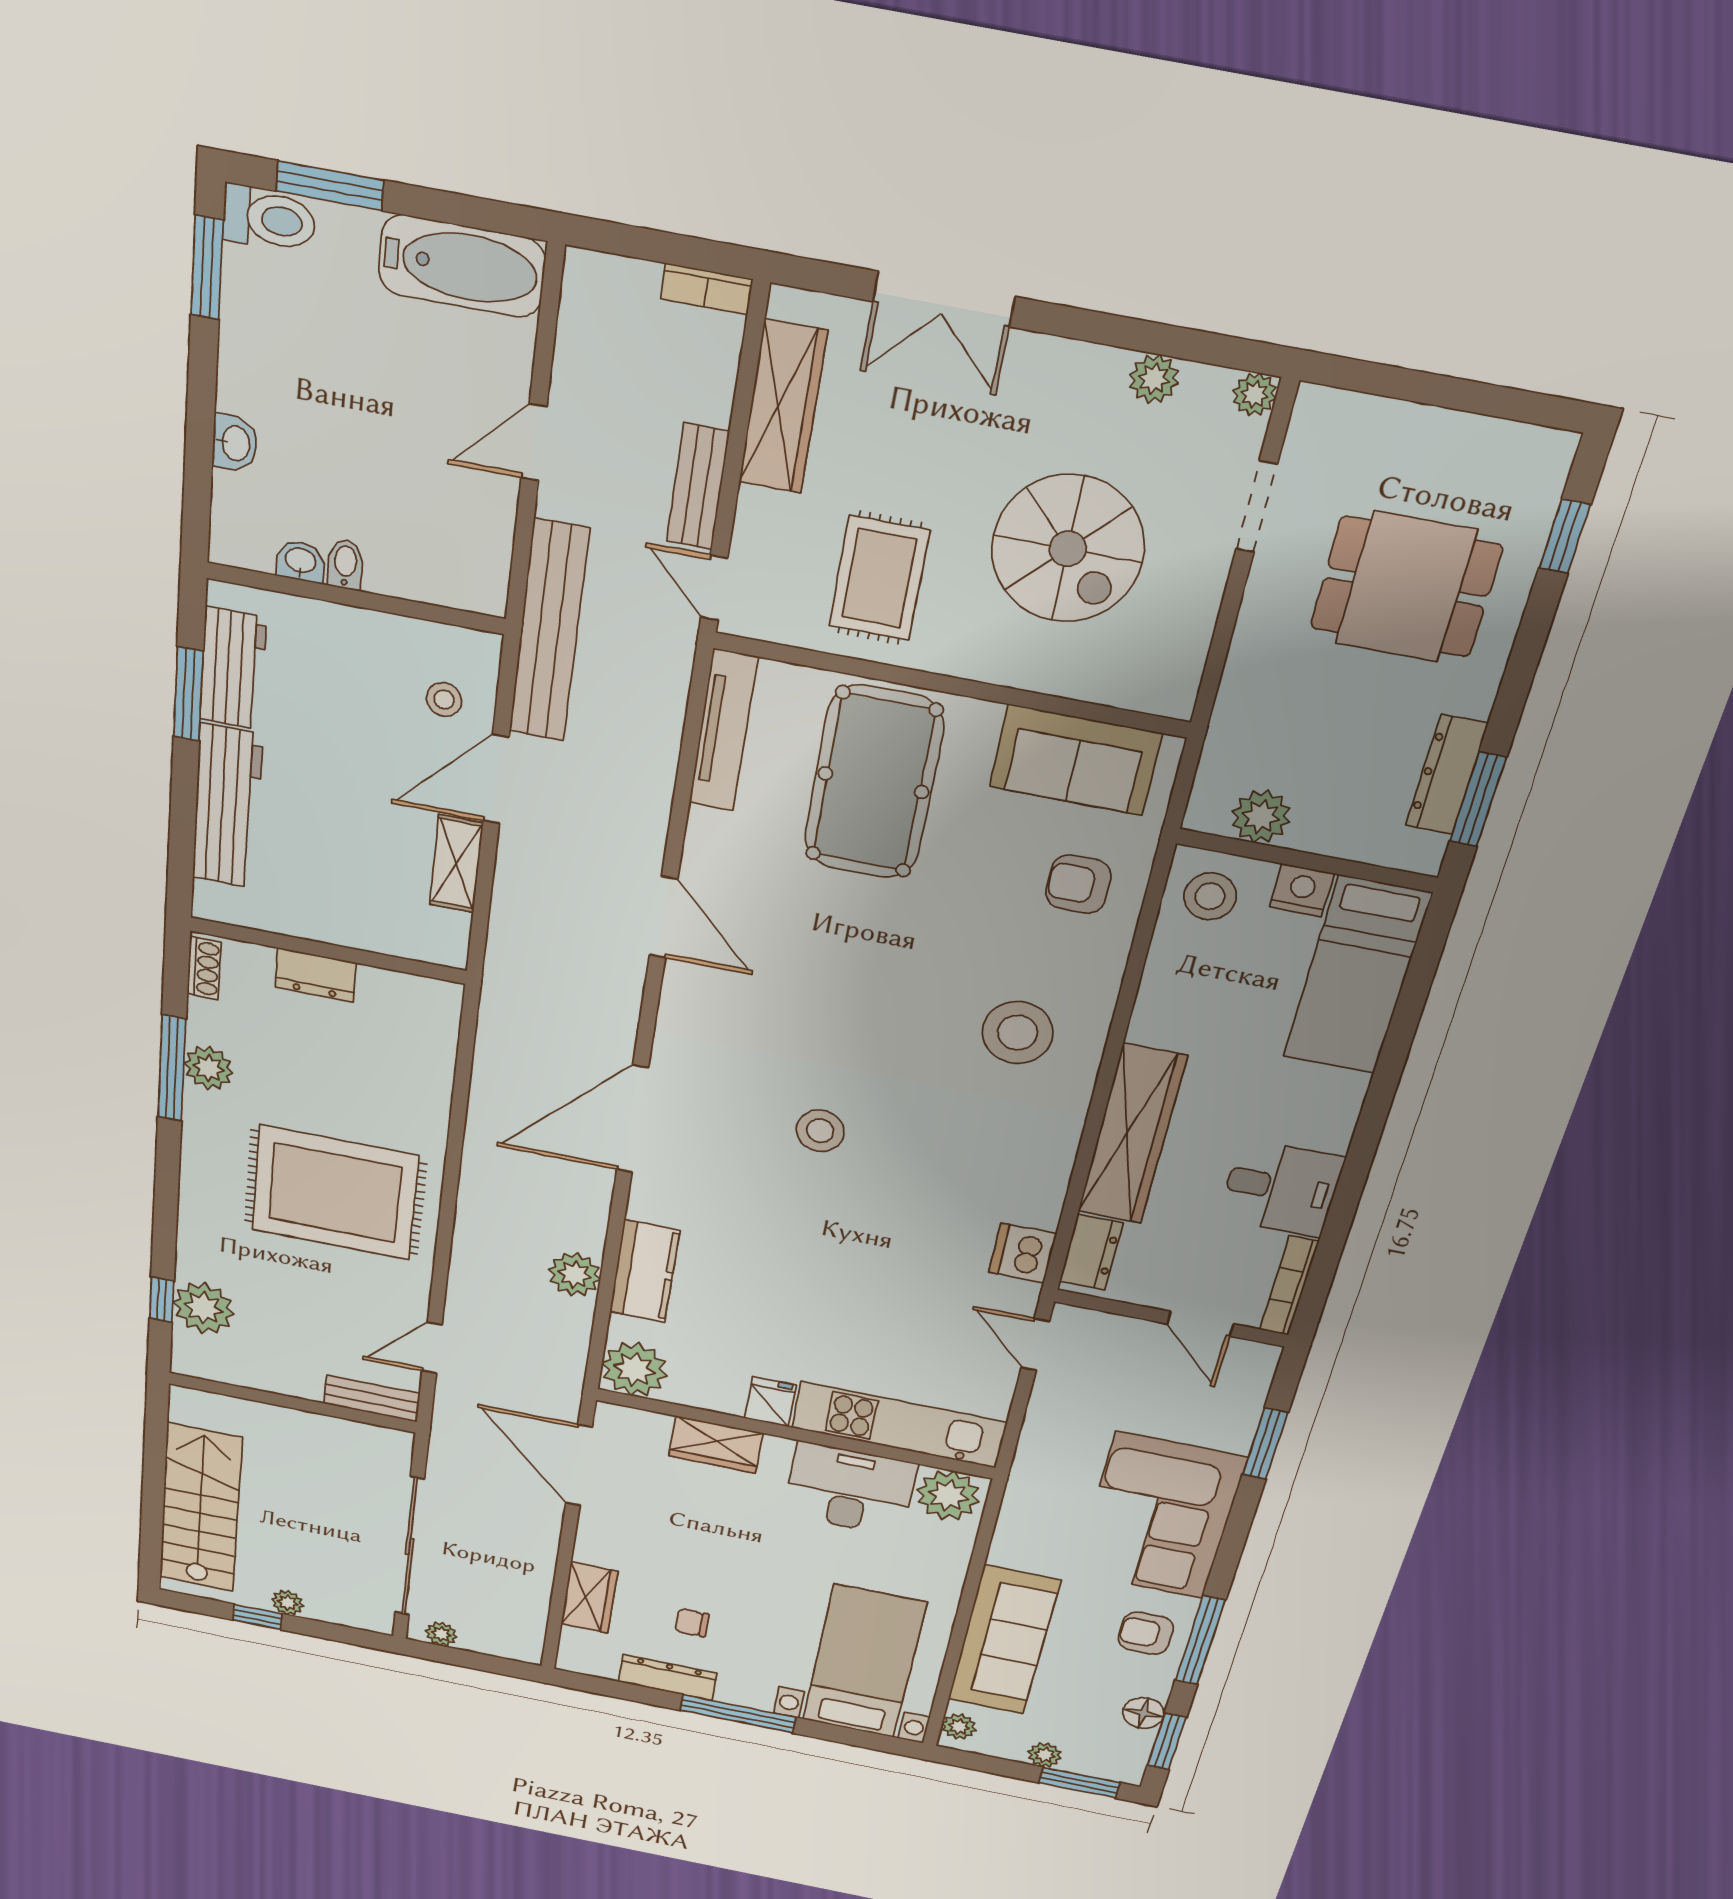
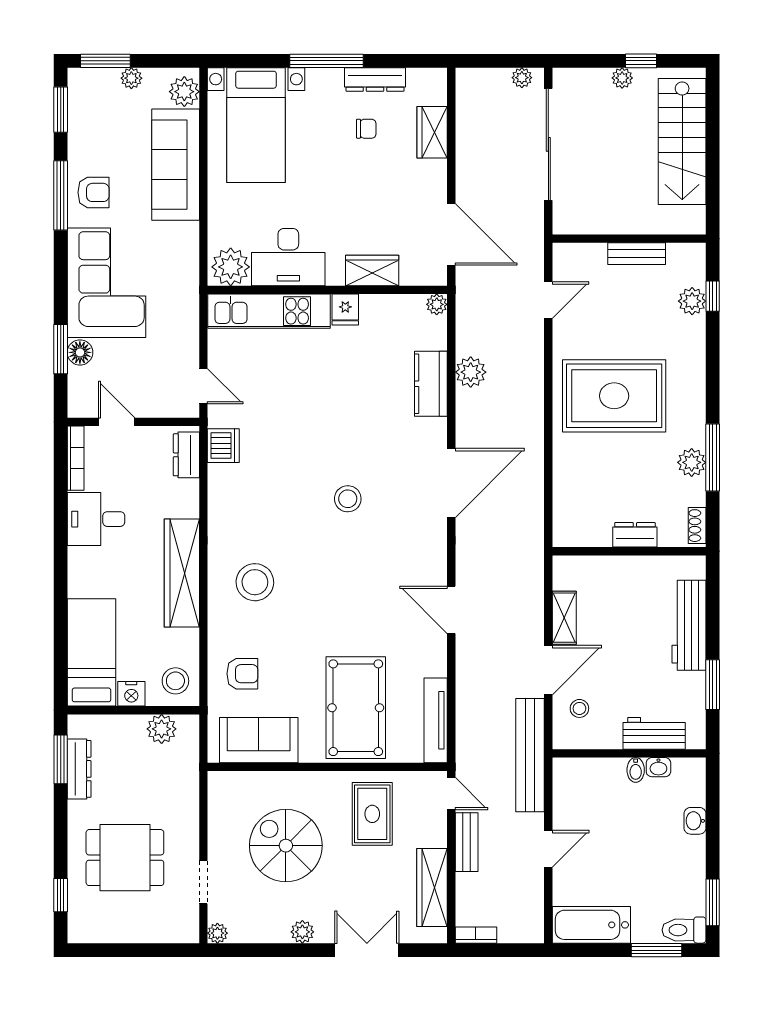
plant: (1154, 379) -> (302, 932), moved
workbench: (233, 668) -> (654, 733), moved, turned 90
wardrobe: (1132, 1135) -> (182, 573), moved
plant: (204, 1308) -> (692, 301), width x0.73, depth x0.73
plant: (634, 1369) -> (437, 304), width x0.53, depth x0.53
bench: (372, 1399) -> (637, 254), moved
floor lamp: (1143, 1713) -> (80, 352), moved
plant: (959, 1727) -> (184, 92), width x1.38, depth x1.38

